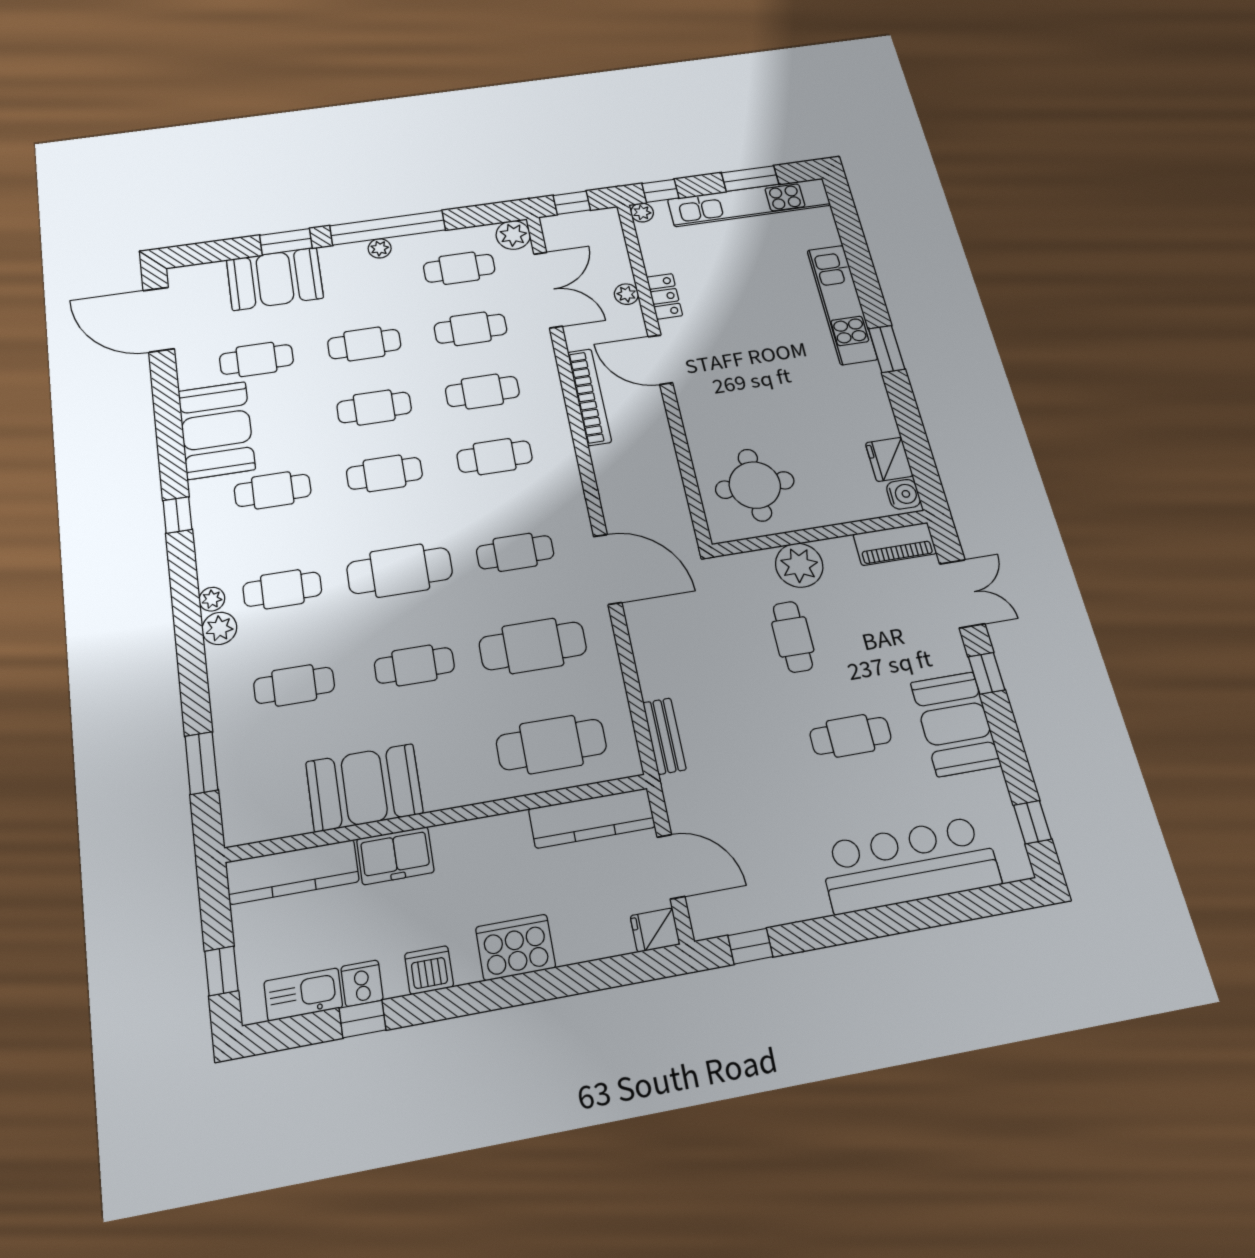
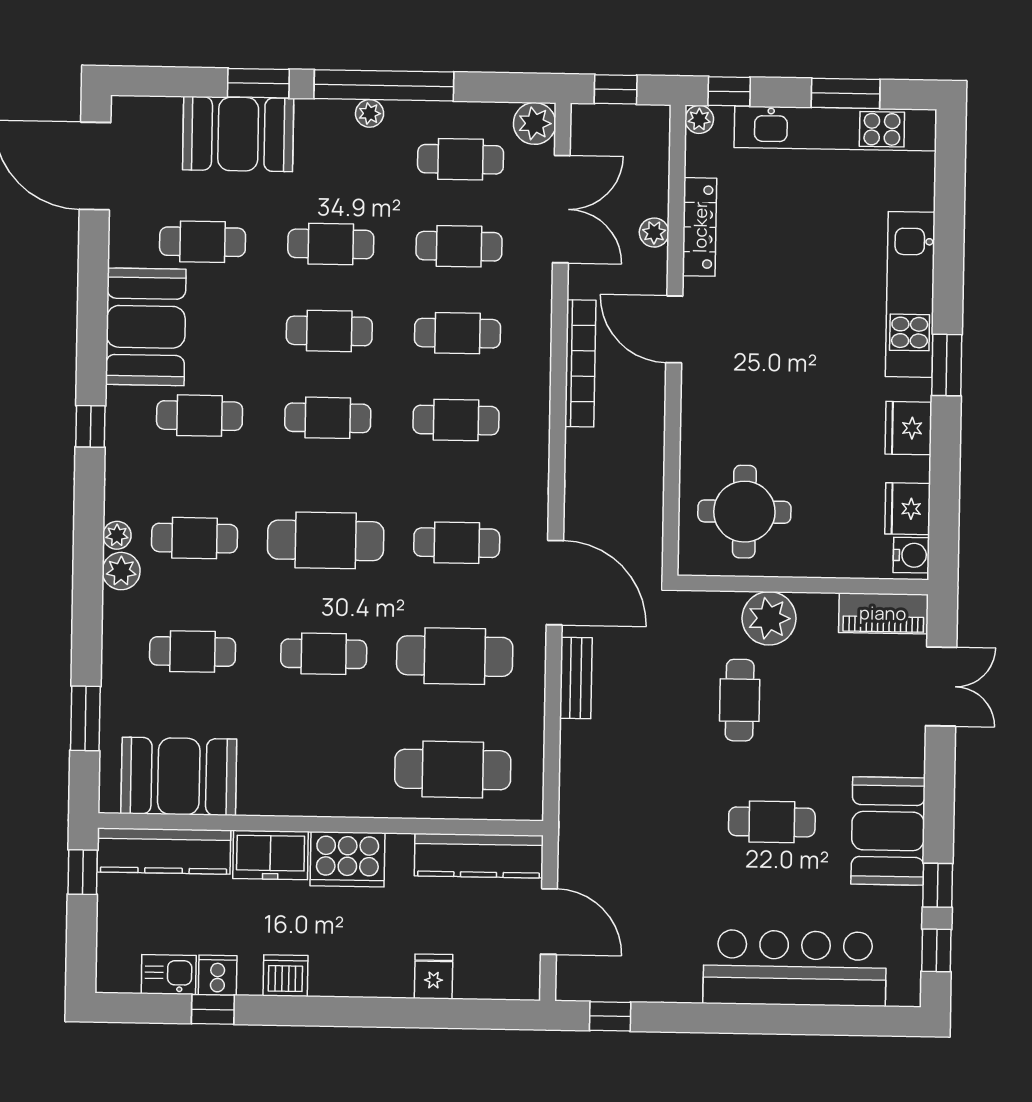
locker: (665, 296) -> (700, 227), width x1.53
fridge: (871, 399) -> (908, 428), added
window: (987, 673) -> (938, 885), moved
bench: (664, 736) -> (576, 678), moved
booth: (364, 788) -> (179, 776), moved
fridge: (655, 930) -> (434, 976), moved, turned 90
cooker: (516, 947) -> (347, 859), moved, turned 180
window: (221, 971) -> (83, 872), moved
kitchen sink: (303, 994) -> (169, 975), width x0.73

